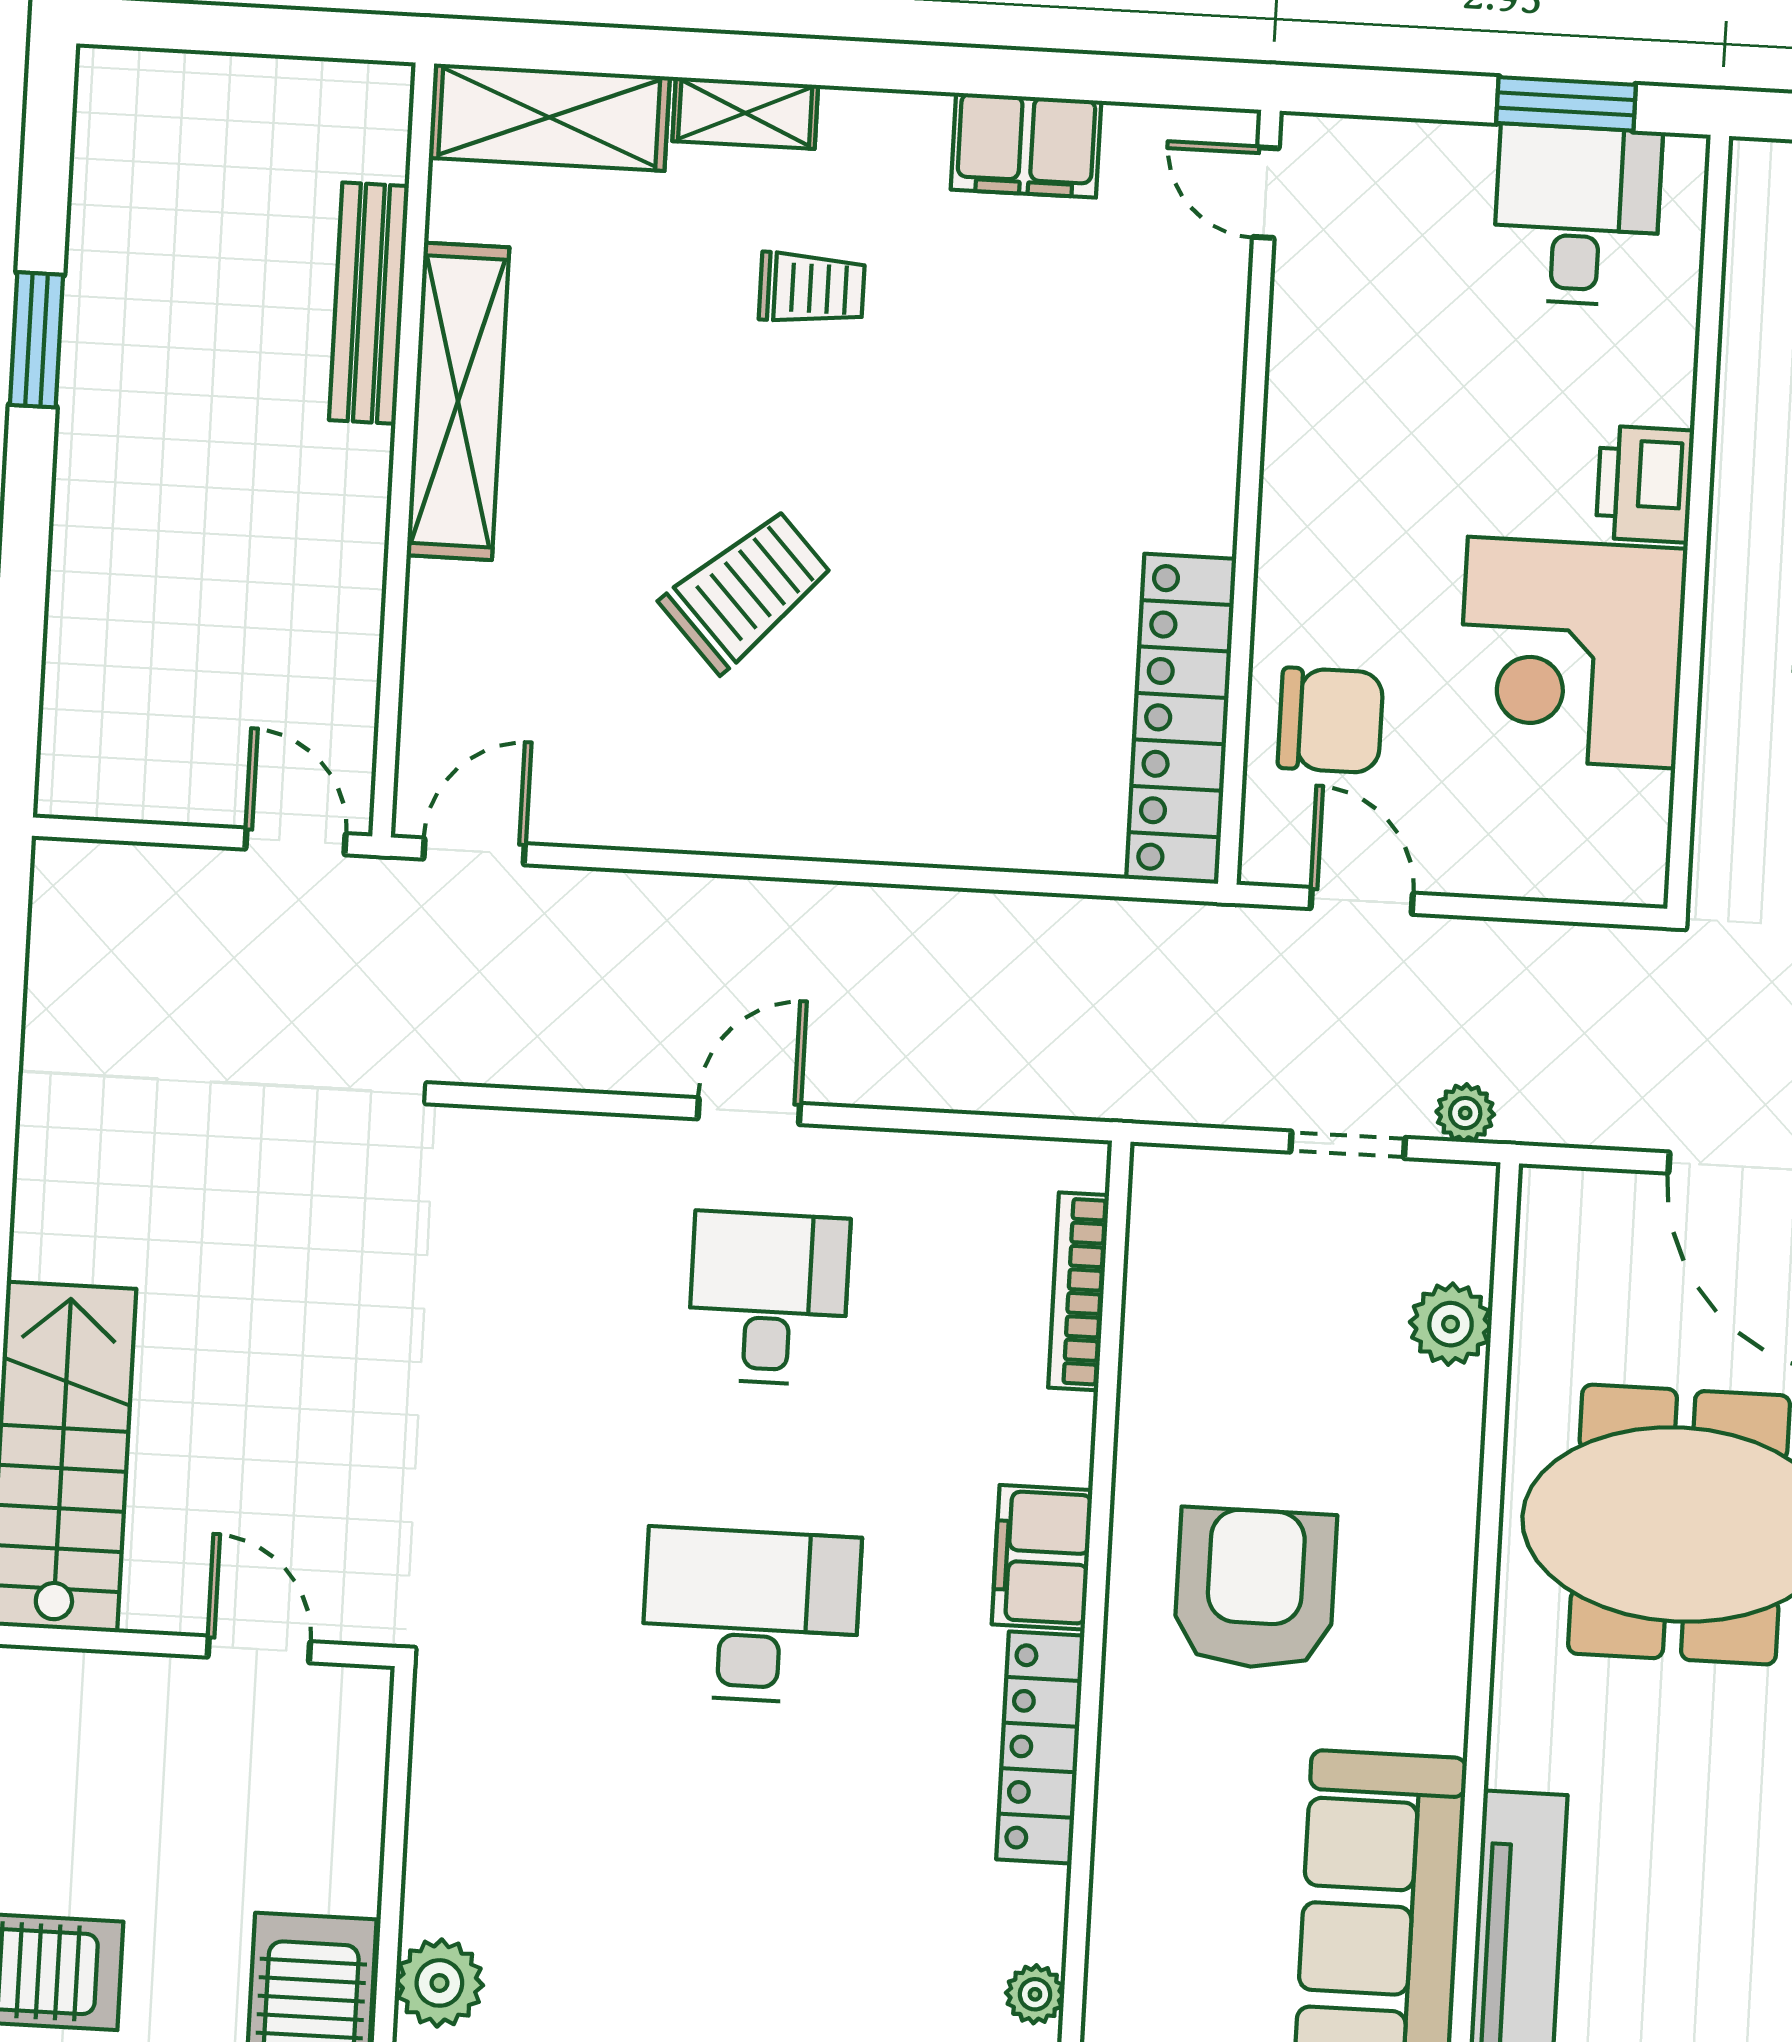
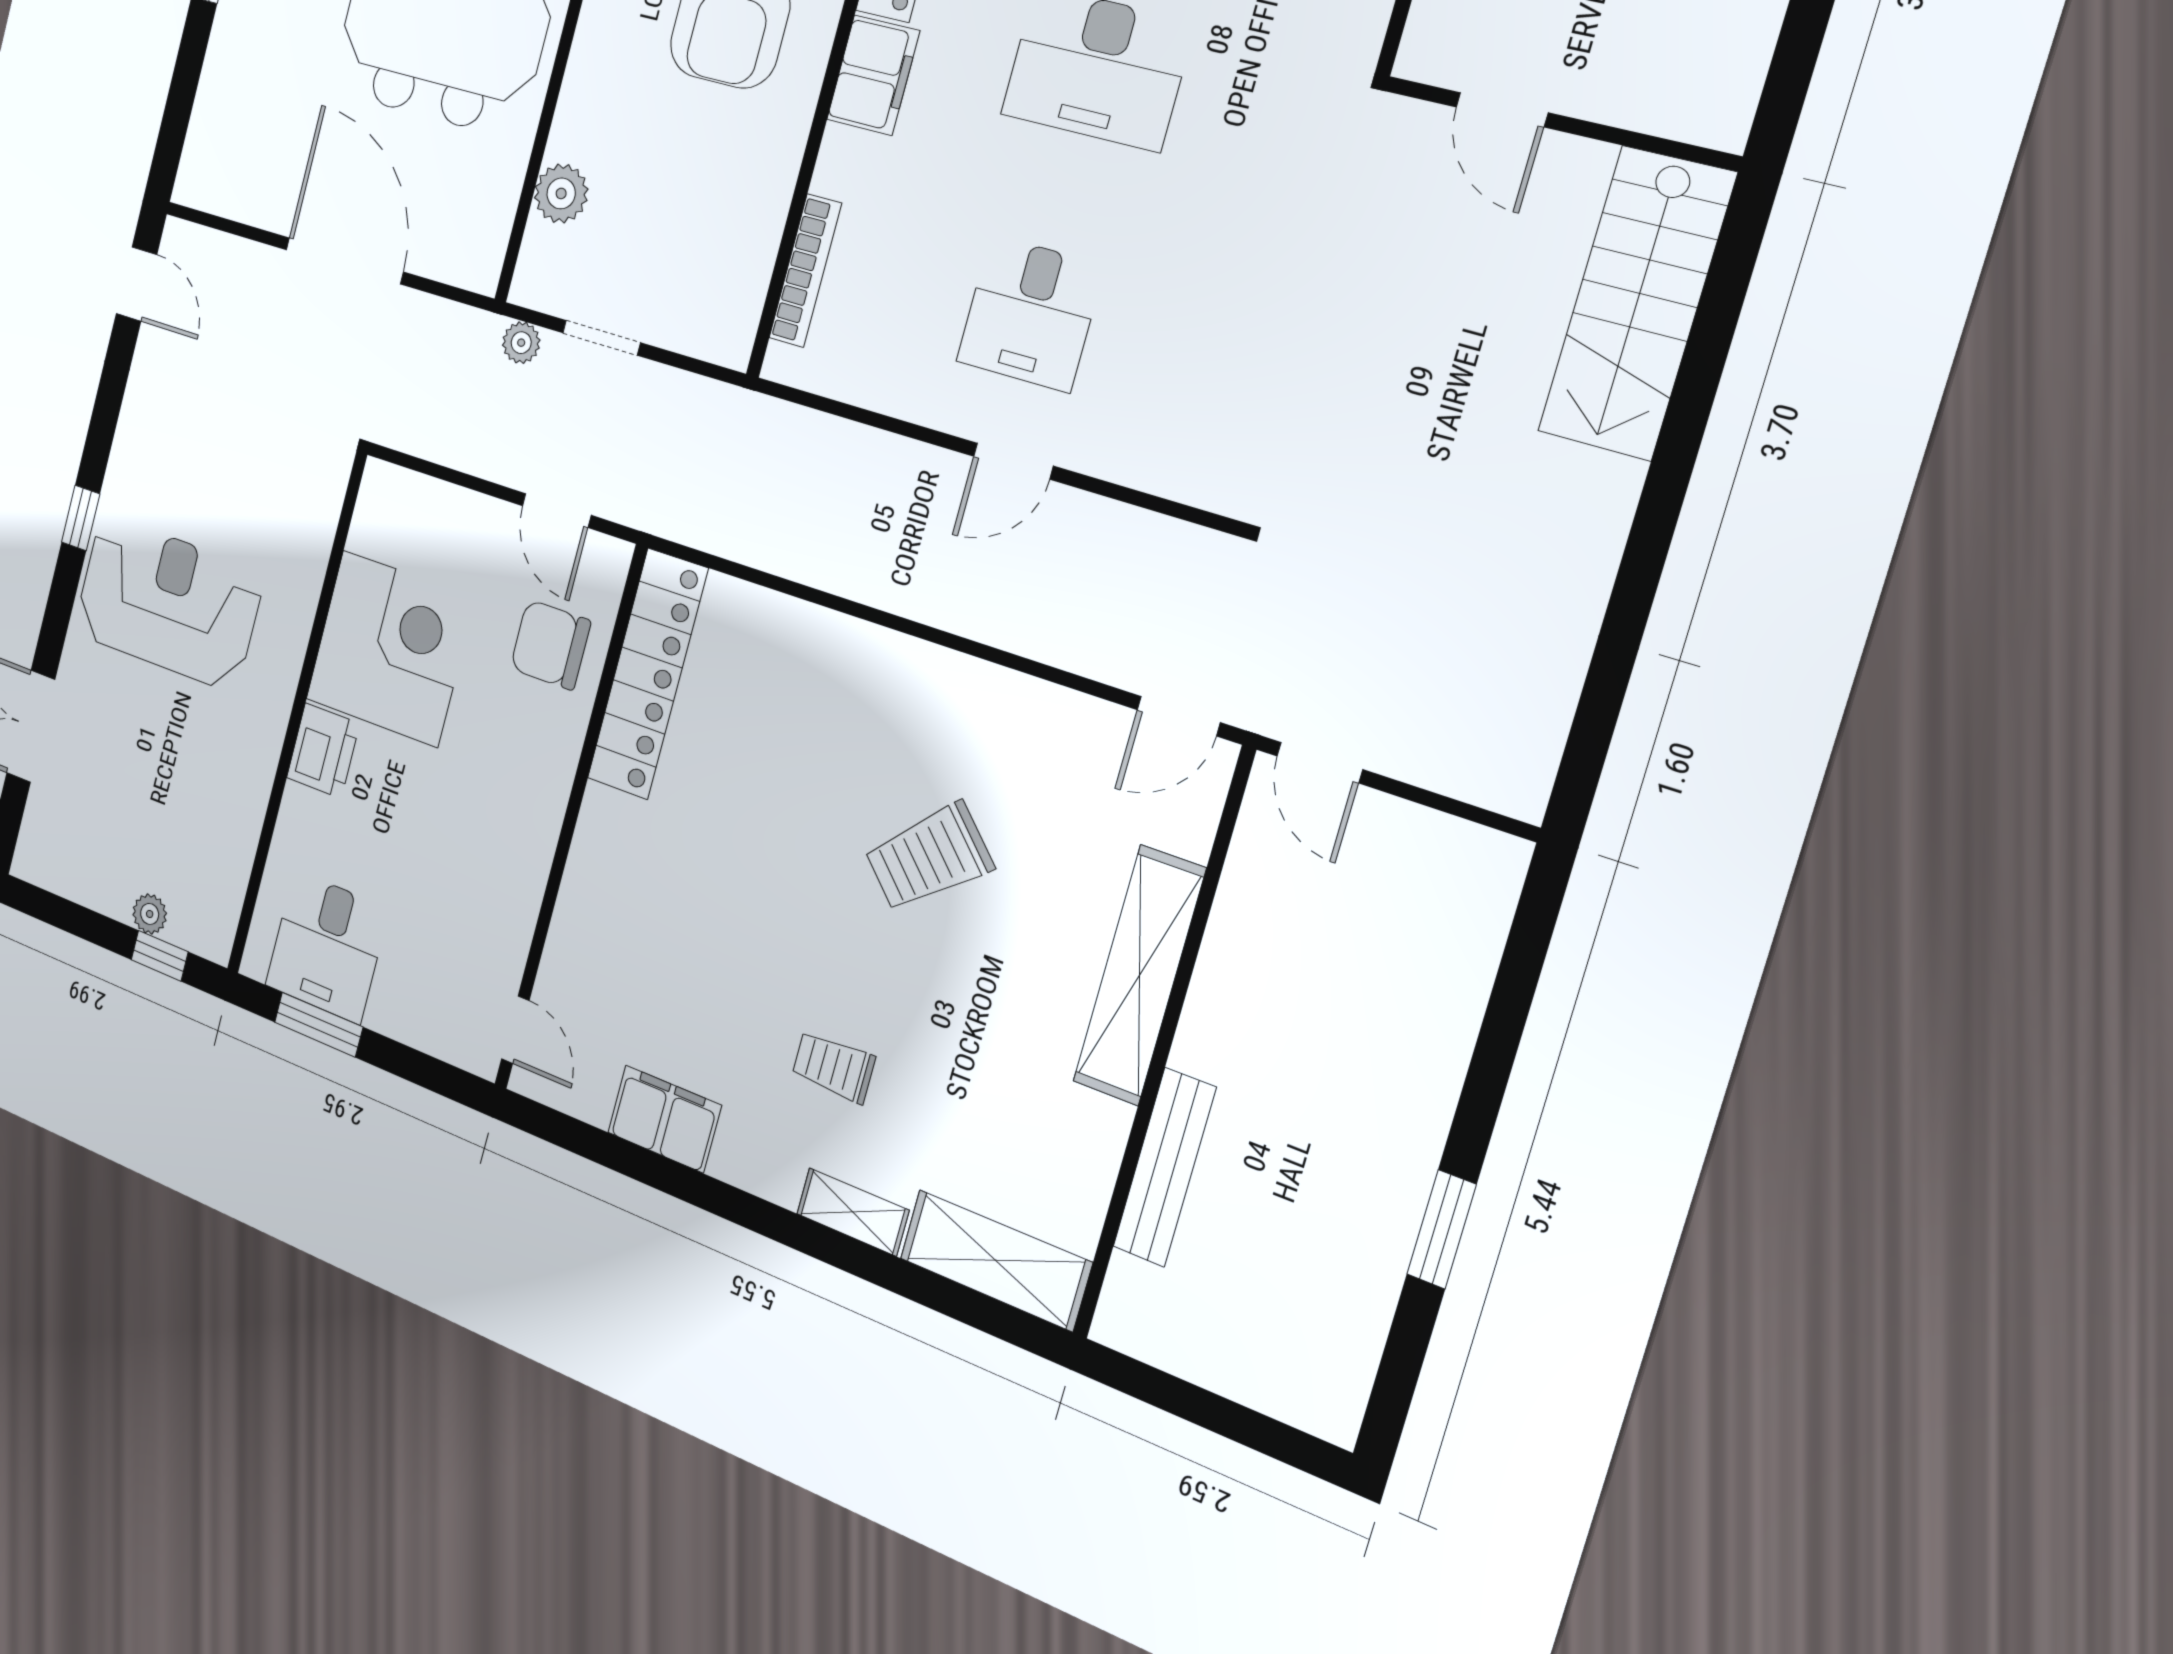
shelving: (458, 401) -> (1139, 975), moved

